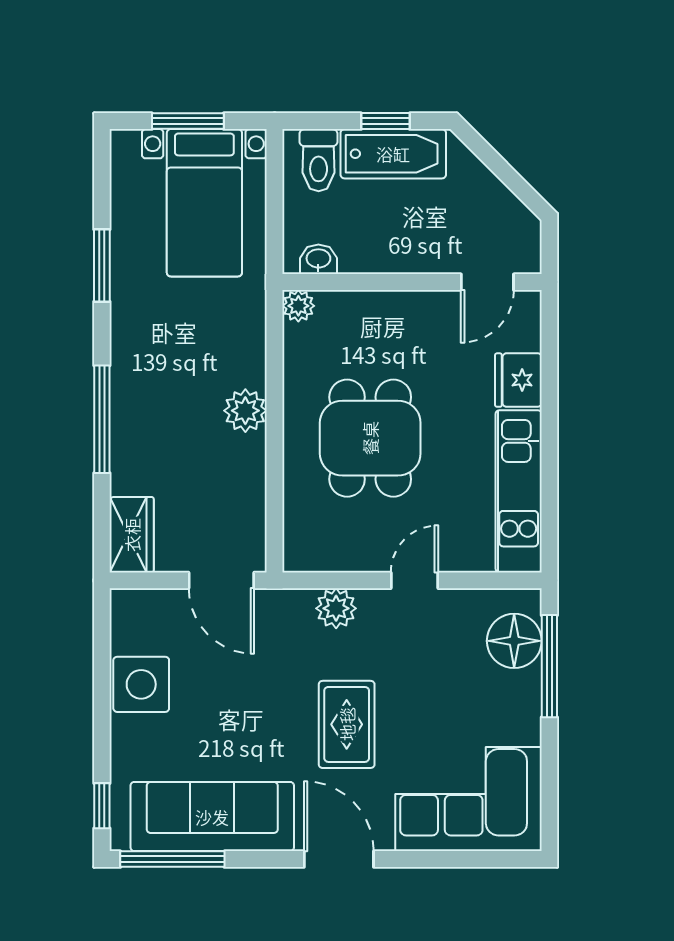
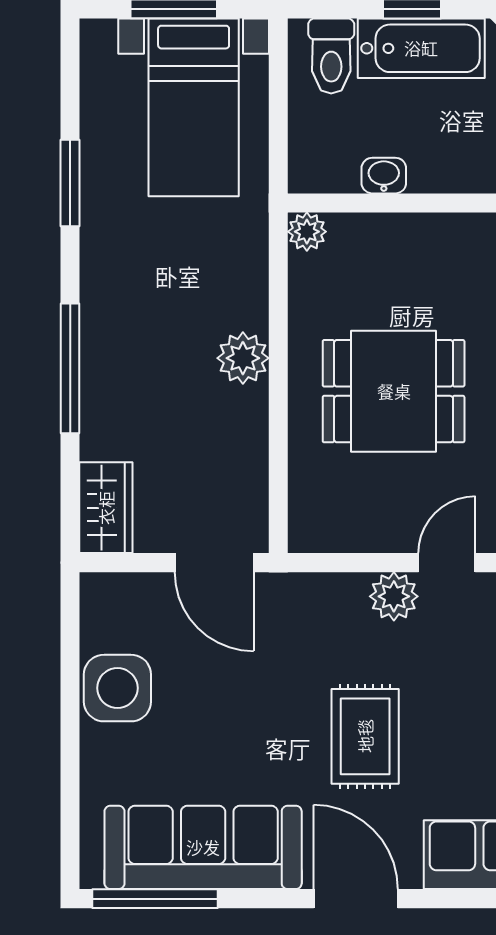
washbasin: (318, 259) -> (384, 176), moved
dining table: (370, 438) -> (394, 391), turned 90
plant: (336, 608) -> (394, 596), moved
window: (102, 806) -> (70, 834), removed

